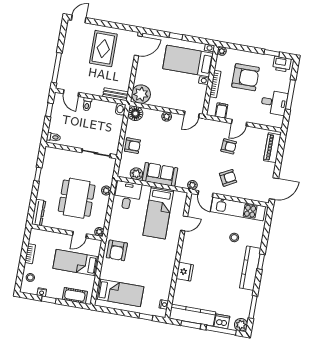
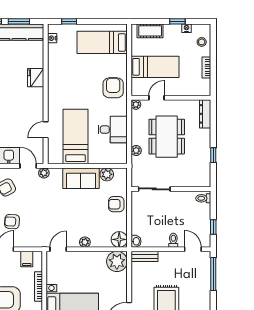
desk: (128, 195) -> (113, 129), moved, turned -90

